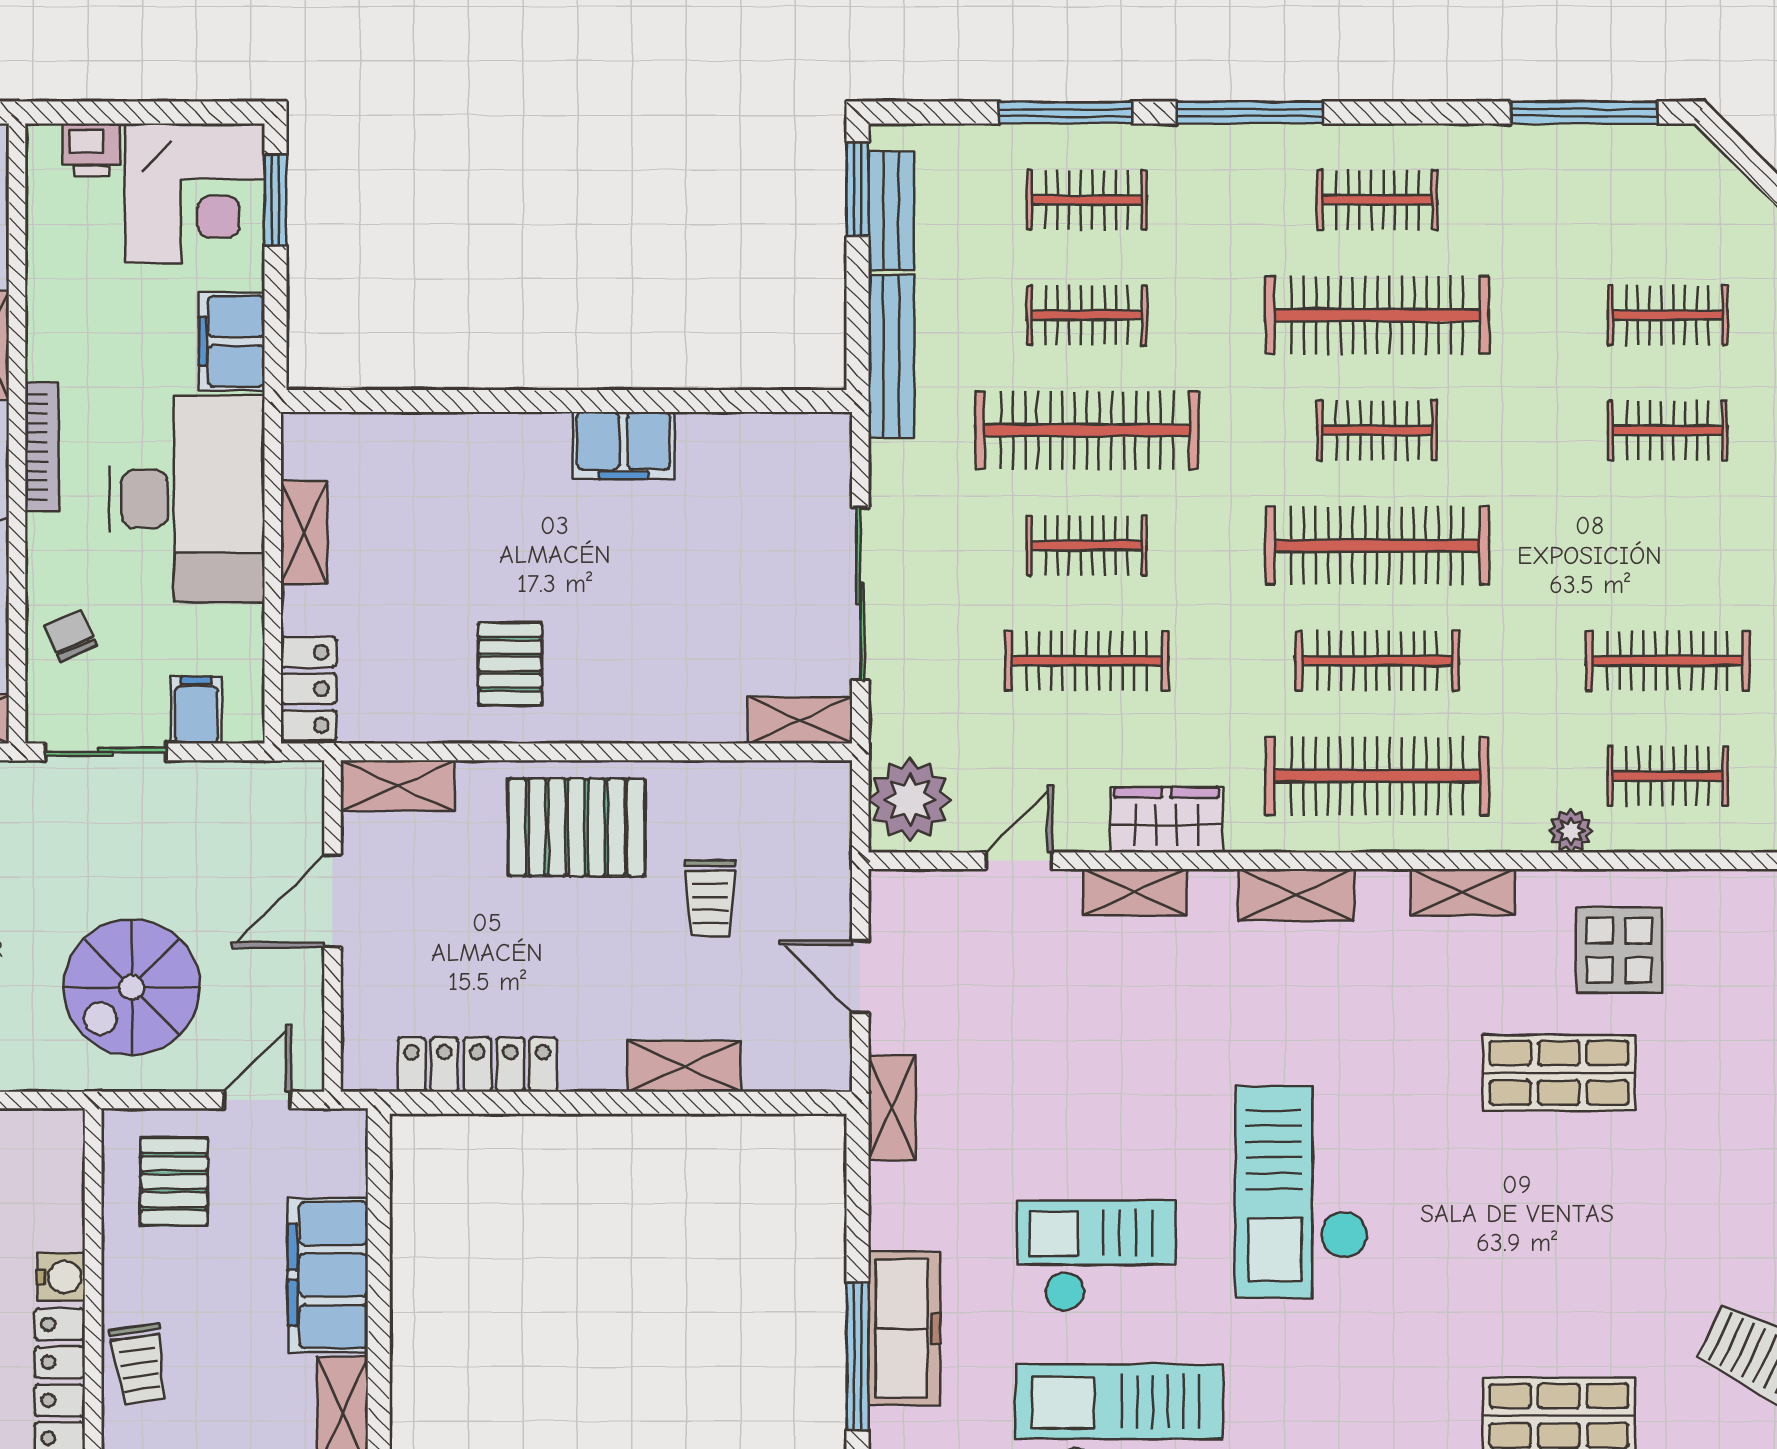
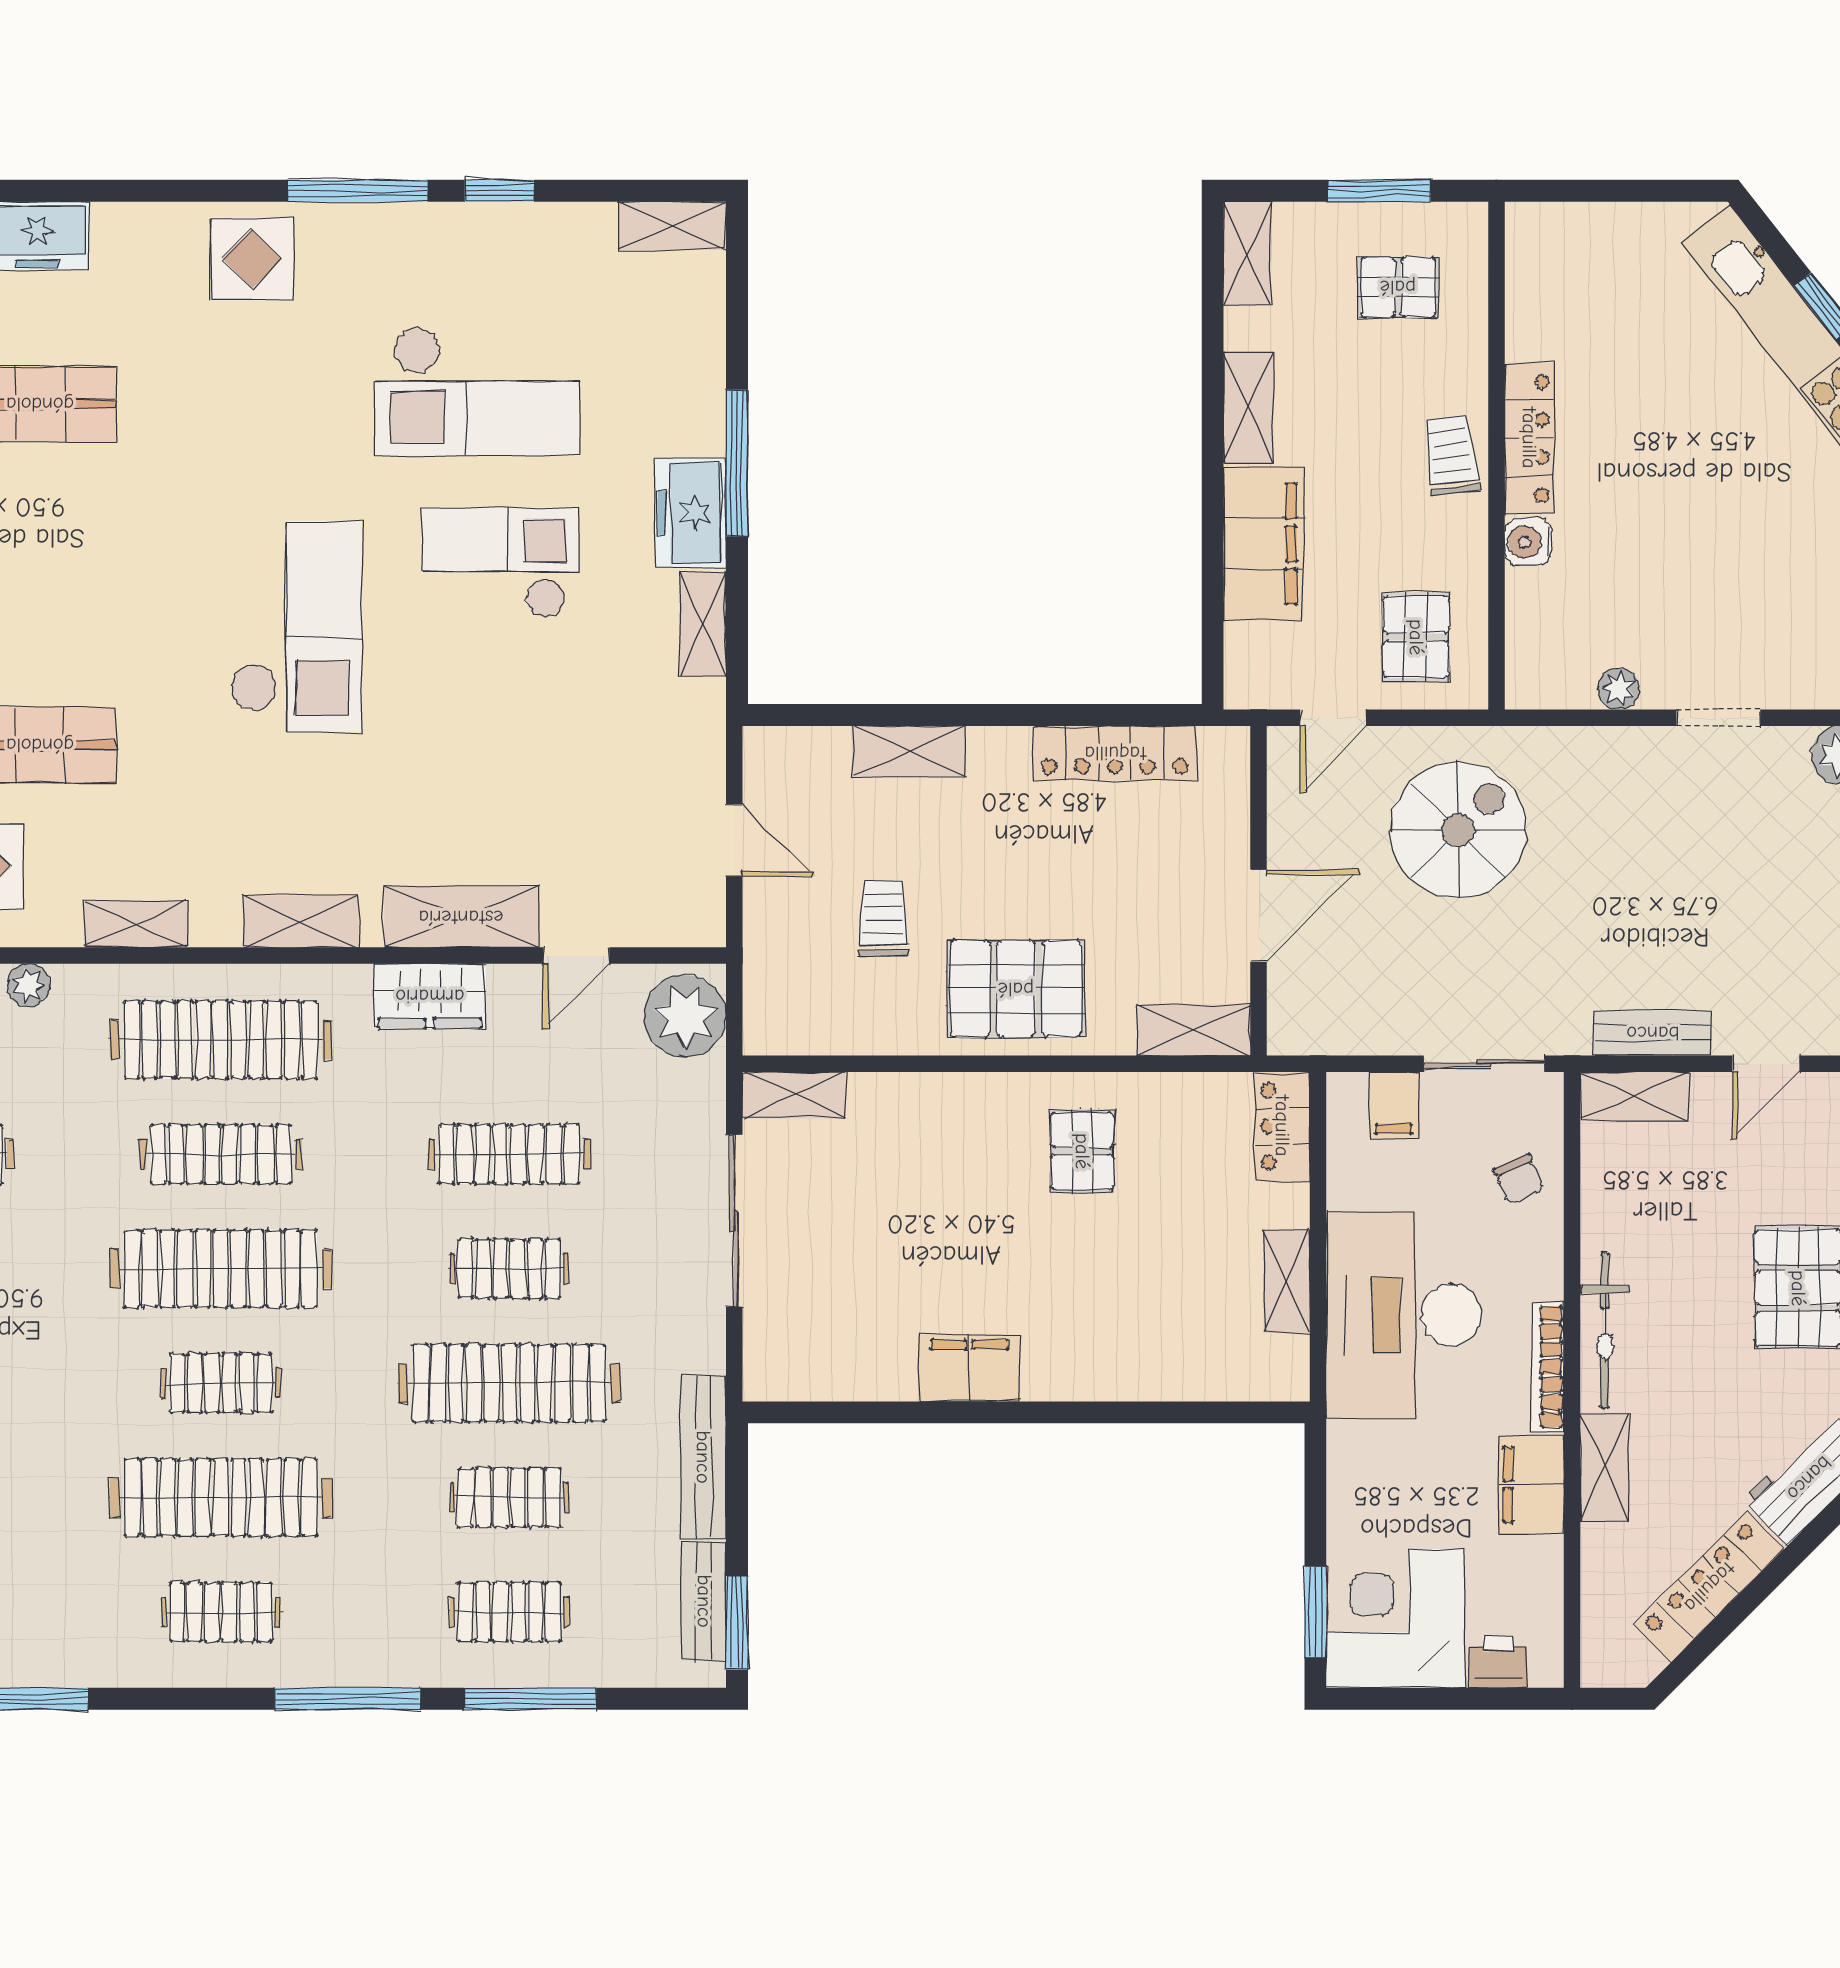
filing cabinet: (232, 341) -> (1531, 1485), moved, turned 180
shelving: (1135, 892) -> (461, 917), width x1.50, depth x1.33
shelving: (892, 1108) -> (703, 624), moved
checkout: (1096, 1256) -> (500, 563), turned 180
freezer: (904, 1328) -> (691, 513), width x0.71

